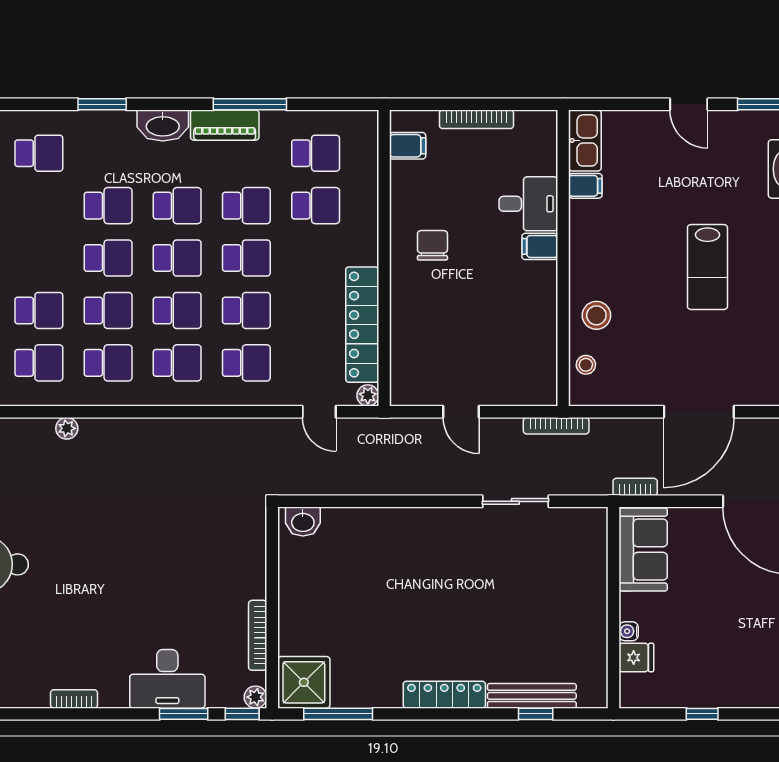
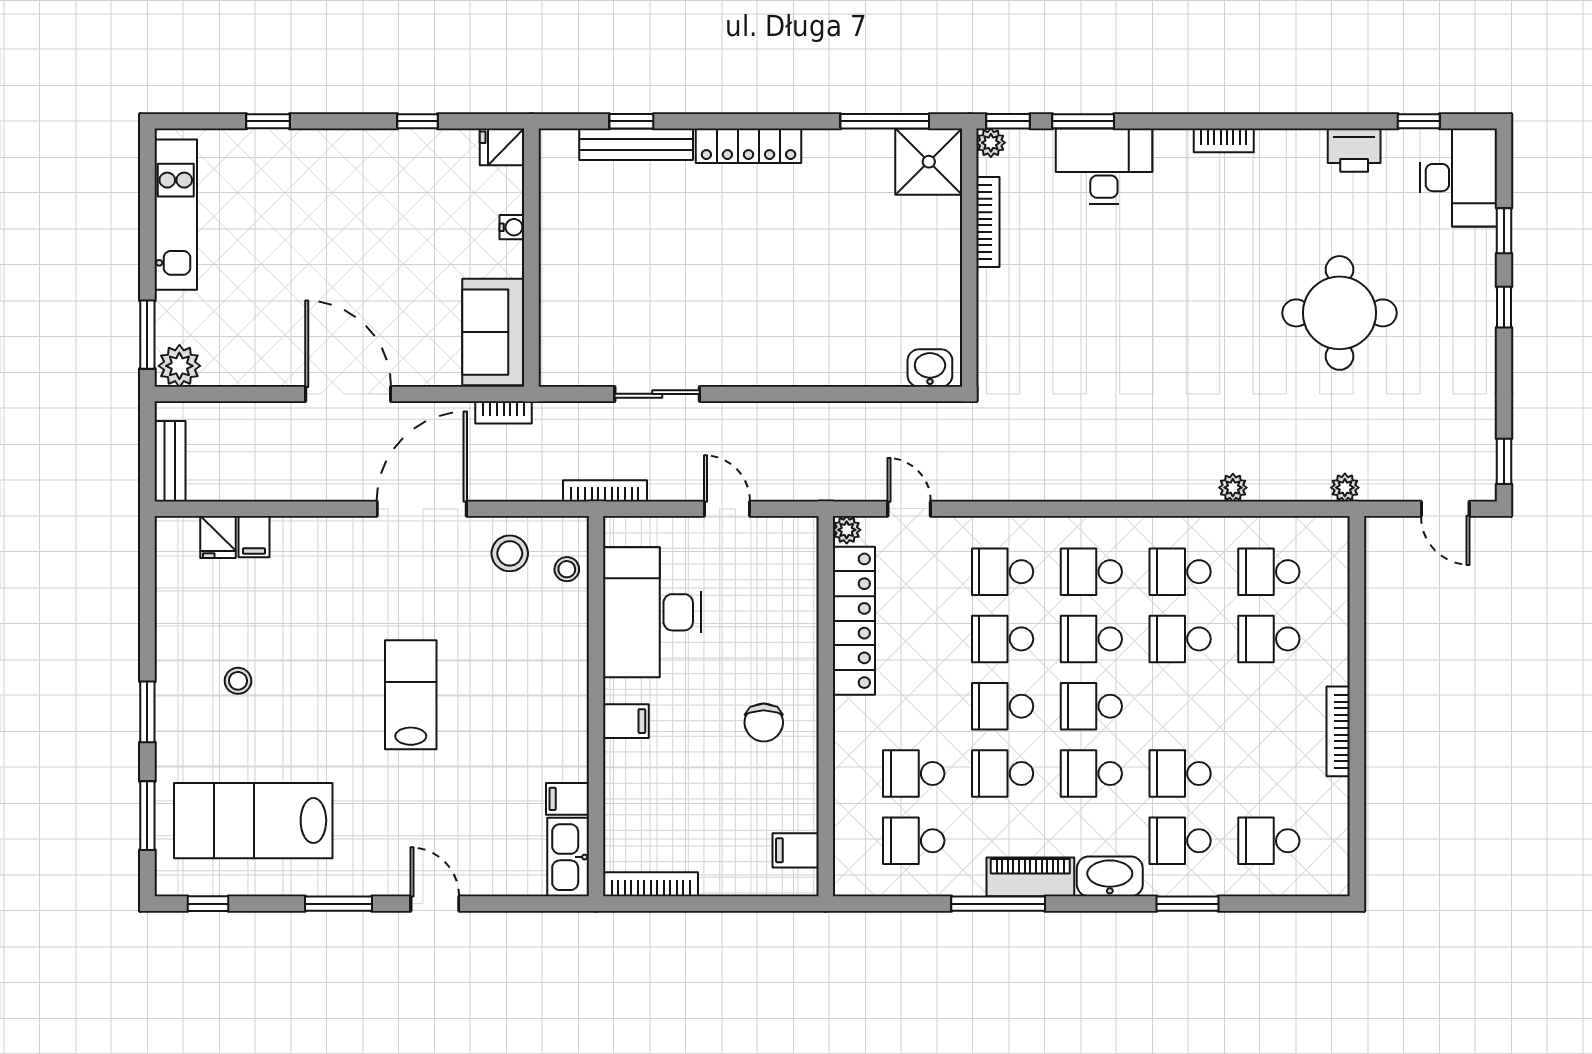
bookcase: (476, 119) -> (651, 884), moved
desk: (528, 204) -> (652, 612), moved, width x1.87, depth x1.30
school desk: (108, 258) -> (1180, 841), moved
stool: (596, 315) -> (510, 553), moved
fridge: (636, 657) -> (502, 147), moved

